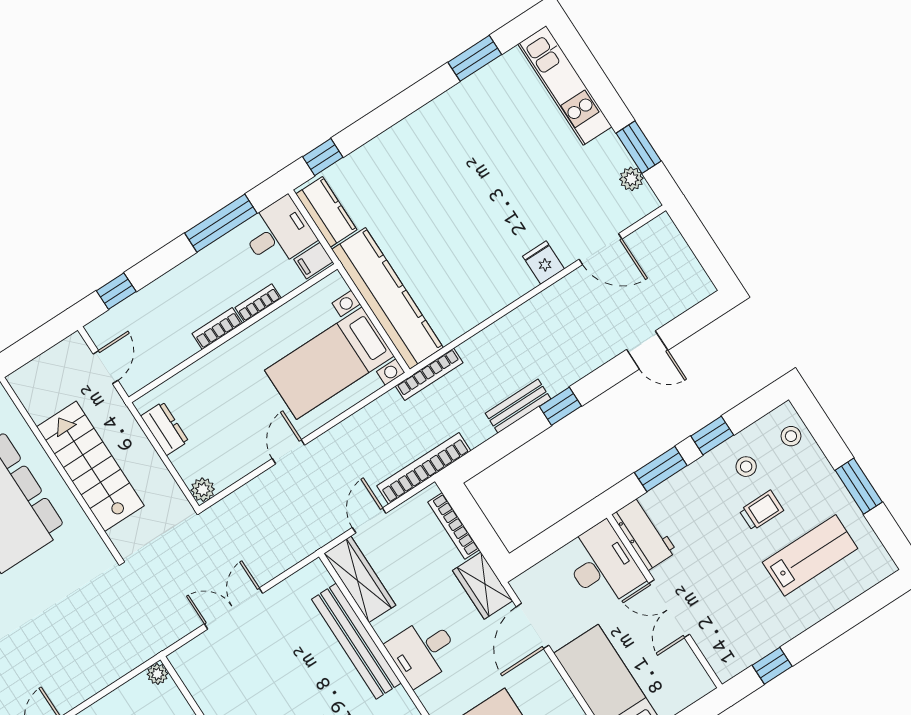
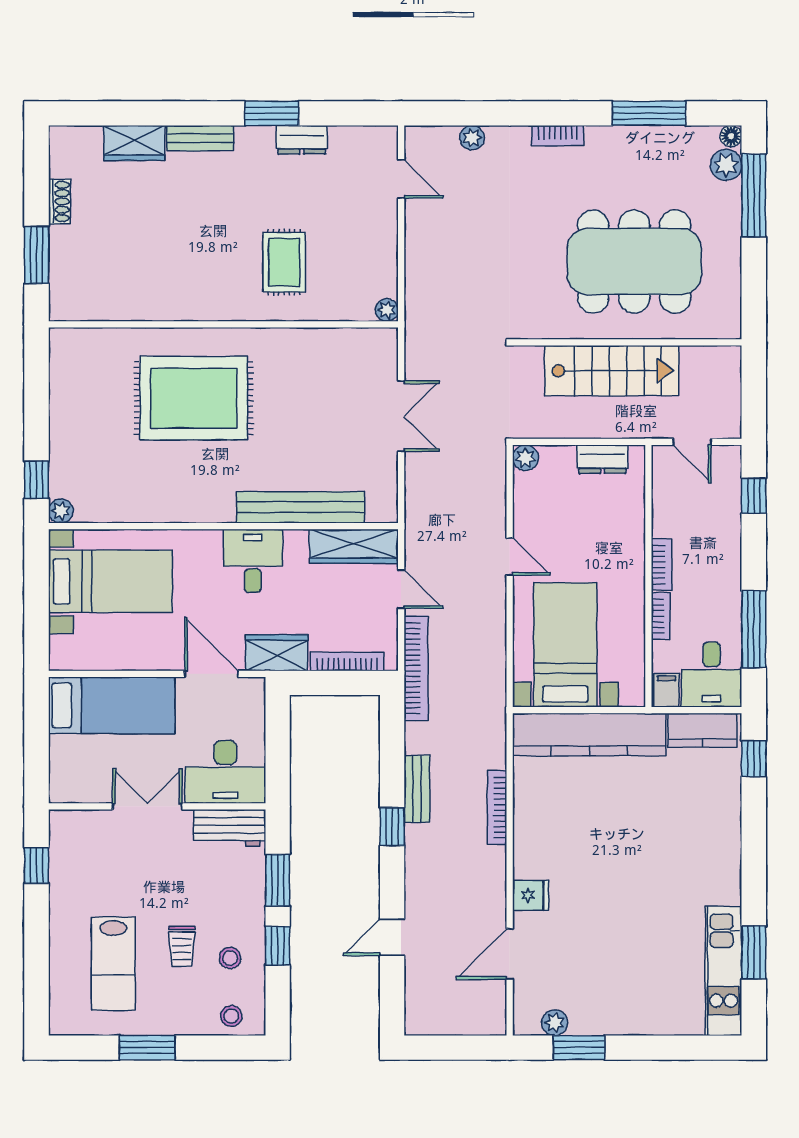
kitchen unit: (565, 85) -> (723, 971), moved, turned -90
bookcase: (429, 374) -> (497, 808), moved

